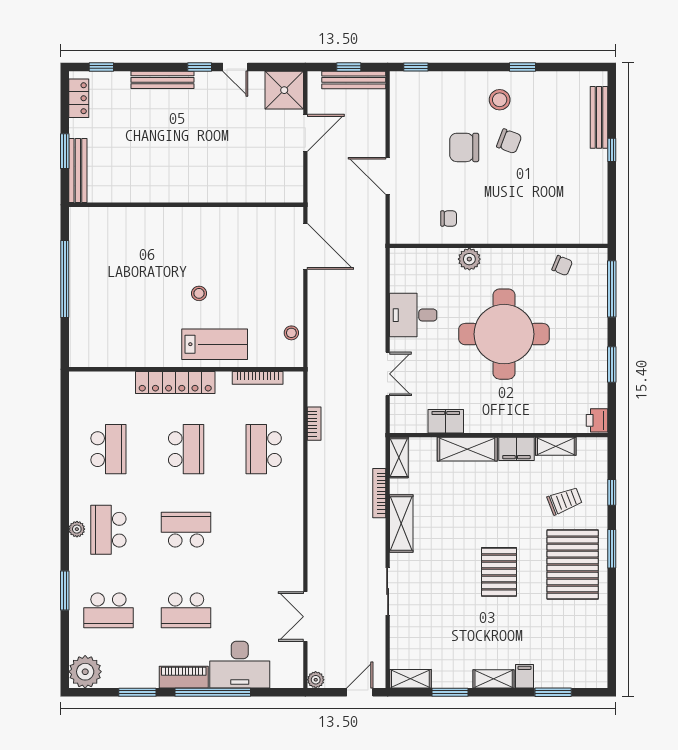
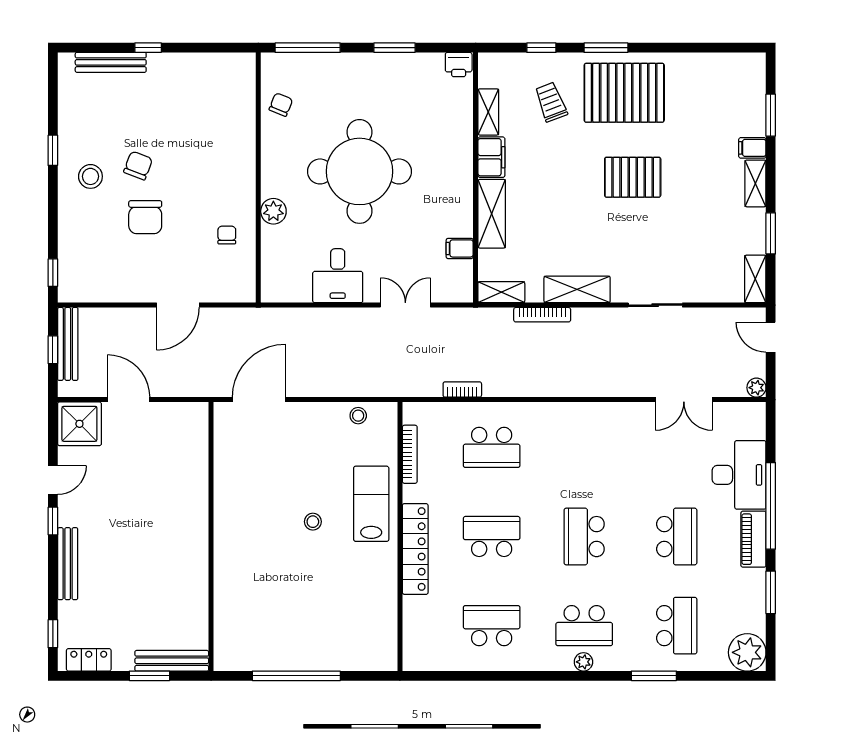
filing cabinet: (446, 421) -> (460, 248), width x0.50

